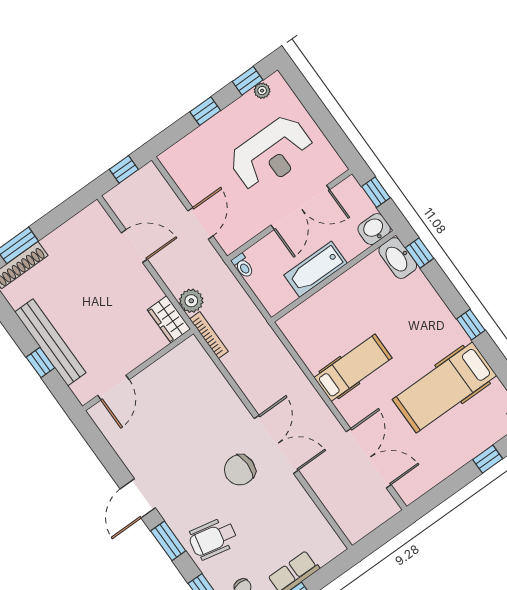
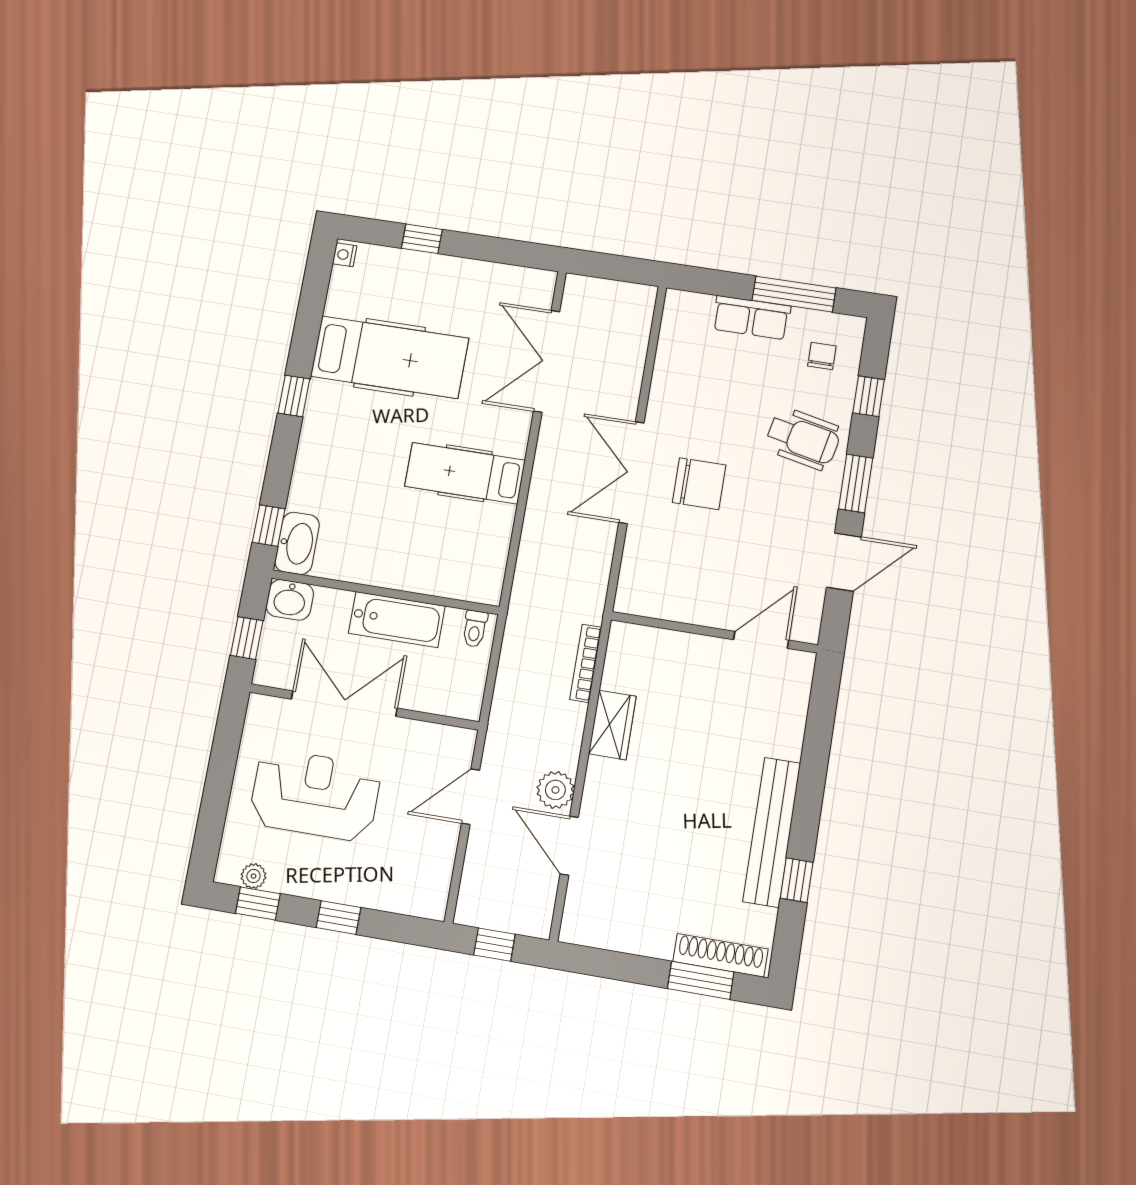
toilet: (243, 266) -> (475, 629), moved, turned 180
plant: (191, 301) -> (555, 790), moved
window: (40, 363) -> (797, 880), moved
wall: (138, 370) -> (714, 632), moved
door: (113, 388) -> (761, 640), moved

